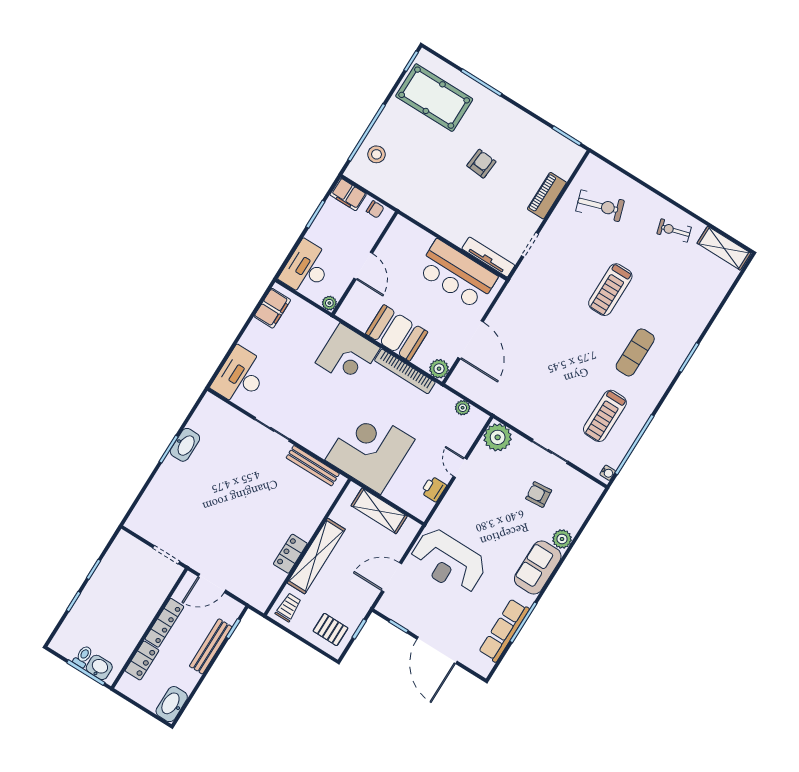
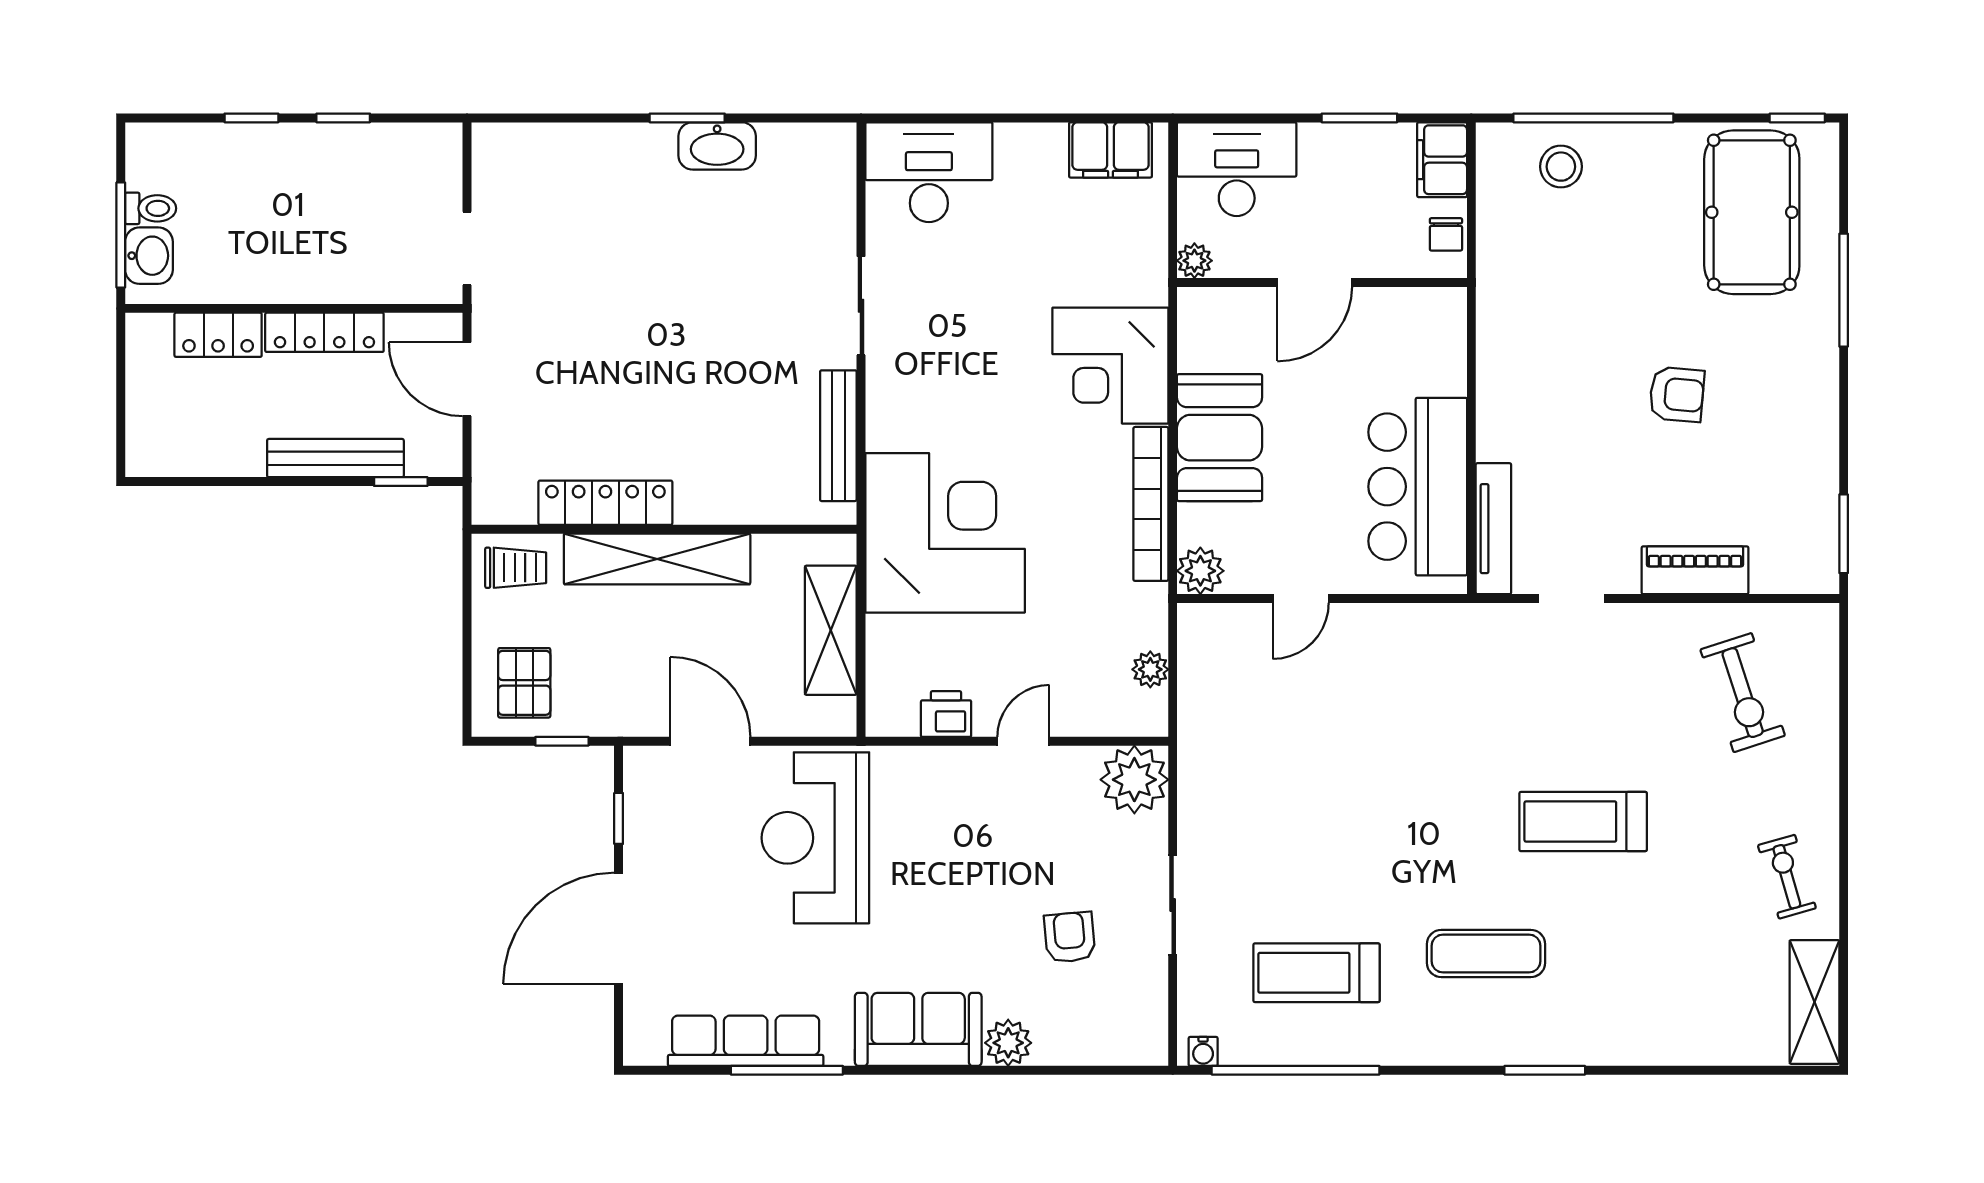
door: (471, 340) -> (1301, 598), width x0.53
locker: (290, 554) -> (605, 503), width x1.53
washbasin: (172, 704) -> (167, 452), removed

